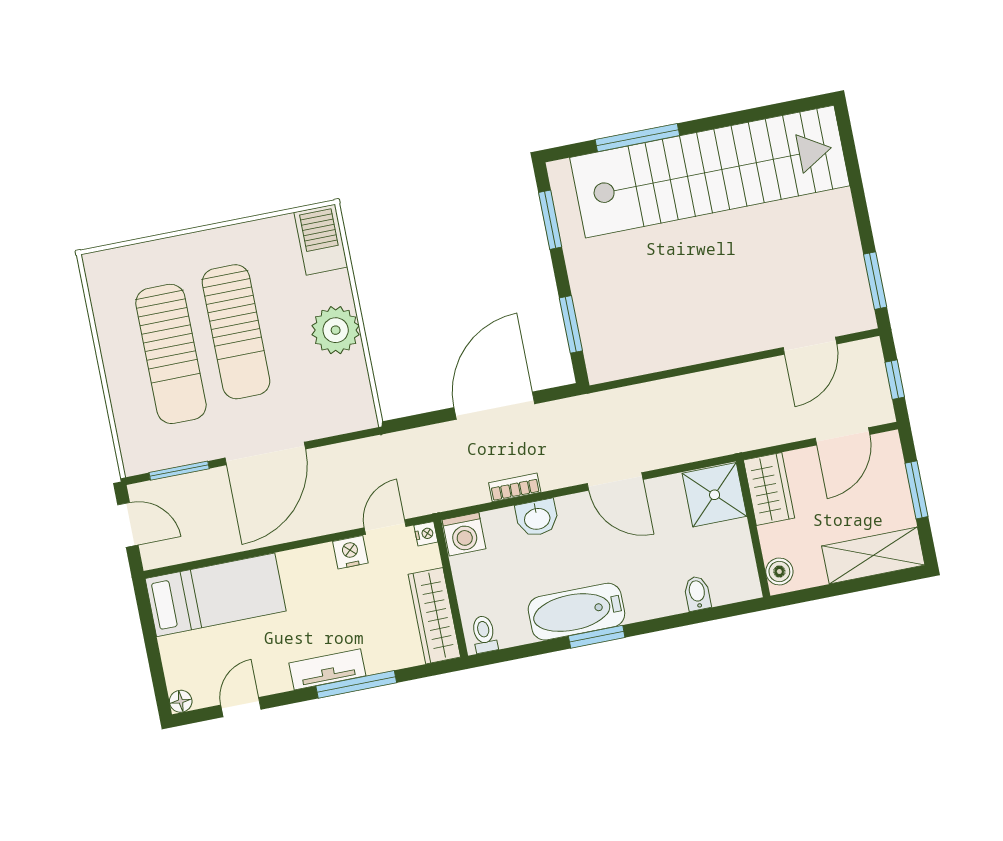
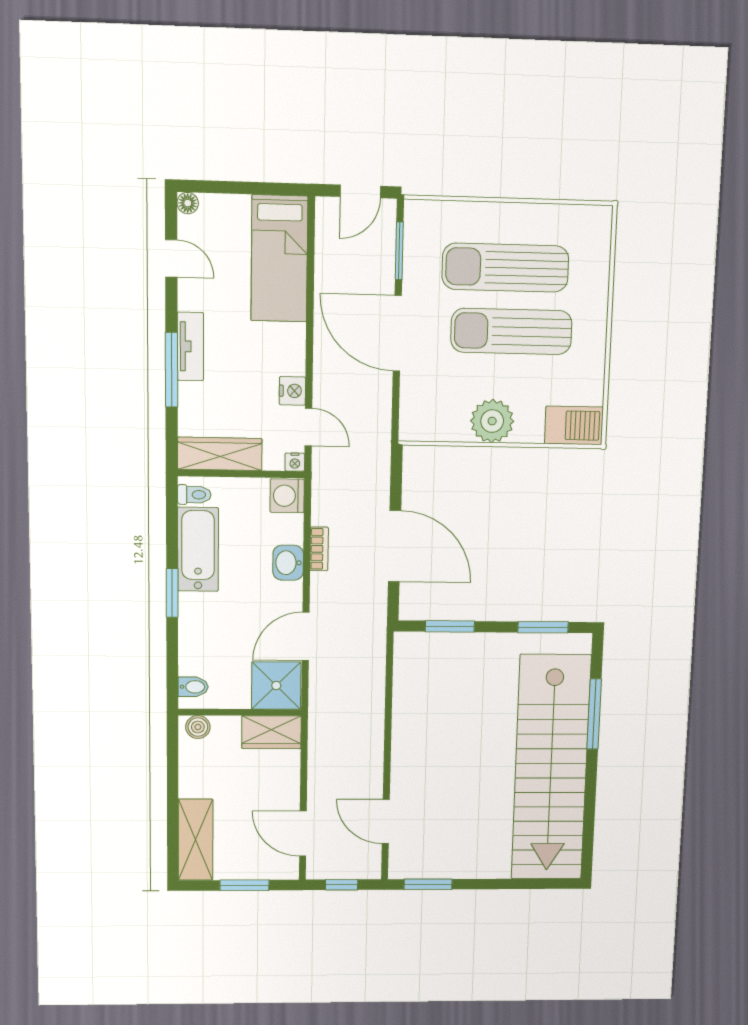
wardrobe: (769, 489) -> (271, 732), moved
shower: (715, 495) -> (276, 686), moved
wall: (753, 529) -> (240, 712), moved
boiler: (779, 572) -> (198, 727), moved
bathtub: (576, 612) -> (198, 549), moved

